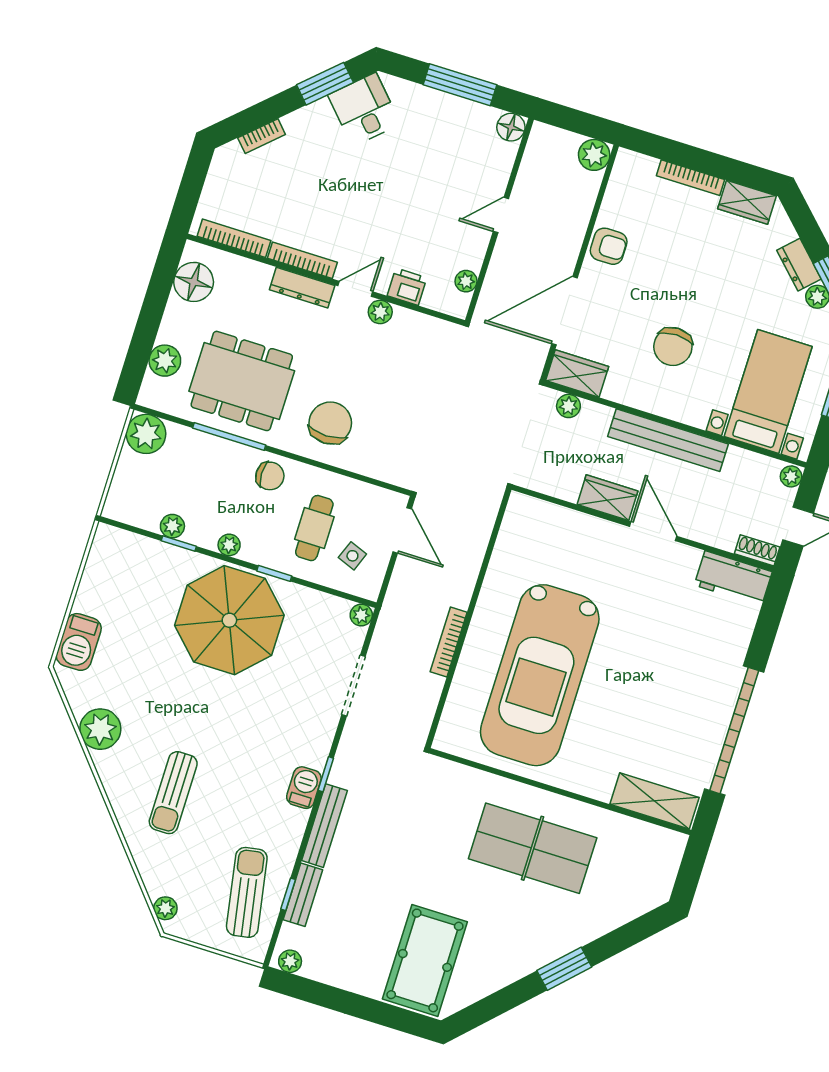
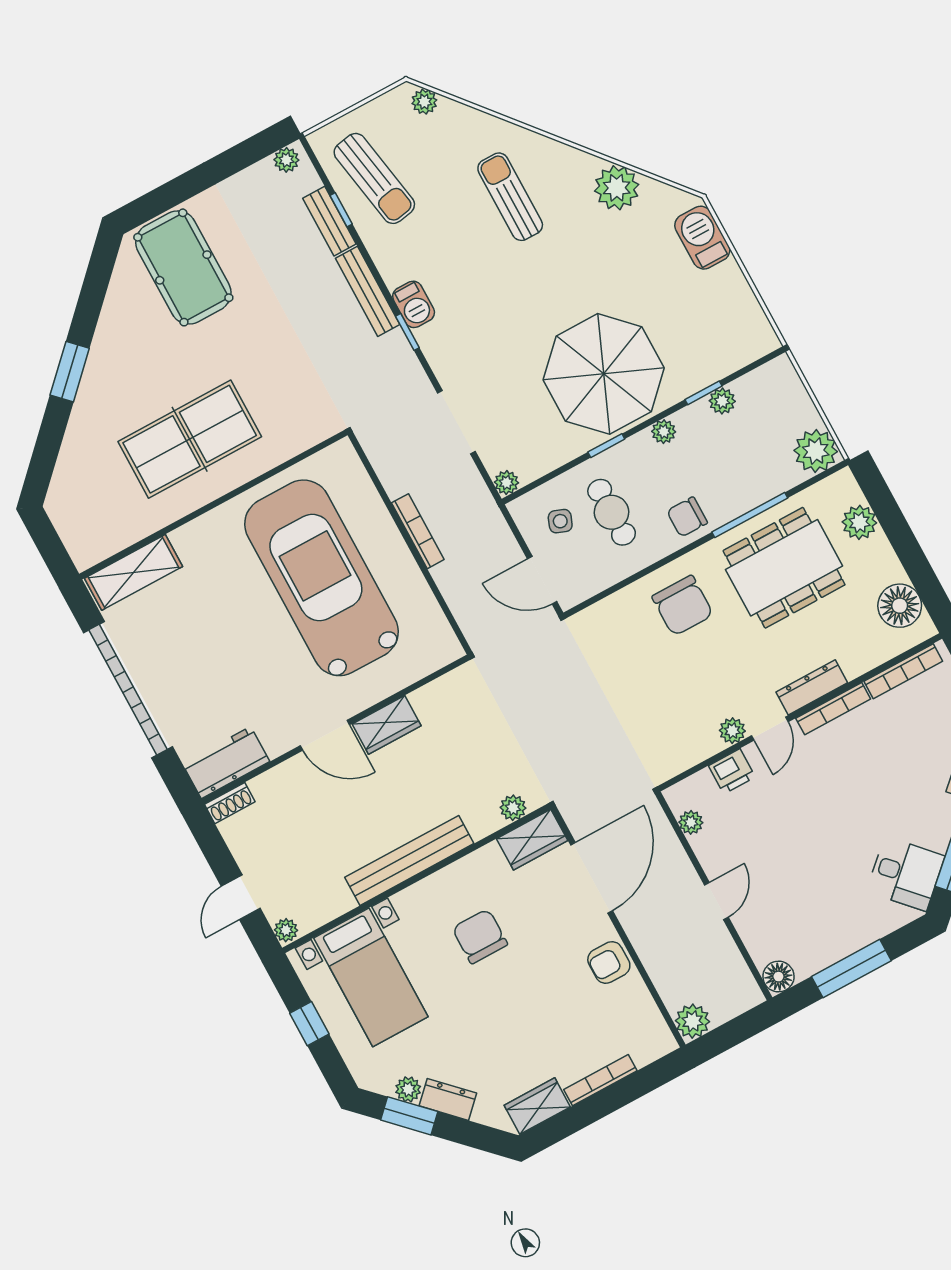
wardrobe: (608, 498) -> (387, 725), moved
wall: (643, 528) -> (336, 729), moved
door: (653, 531) -> (325, 735), moved
shoe rack: (757, 550) -> (230, 803), moved
workbench: (733, 578) -> (226, 763), moved

